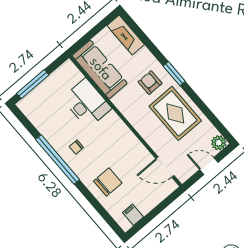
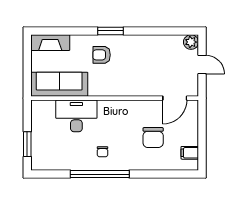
window: (33, 84) -> (27, 144), width x0.69
rug: (175, 113) -> (141, 56), removed
door: (209, 166) -> (202, 64), swing flipped
chair: (108, 182) -> (153, 138), moved, turned 180

